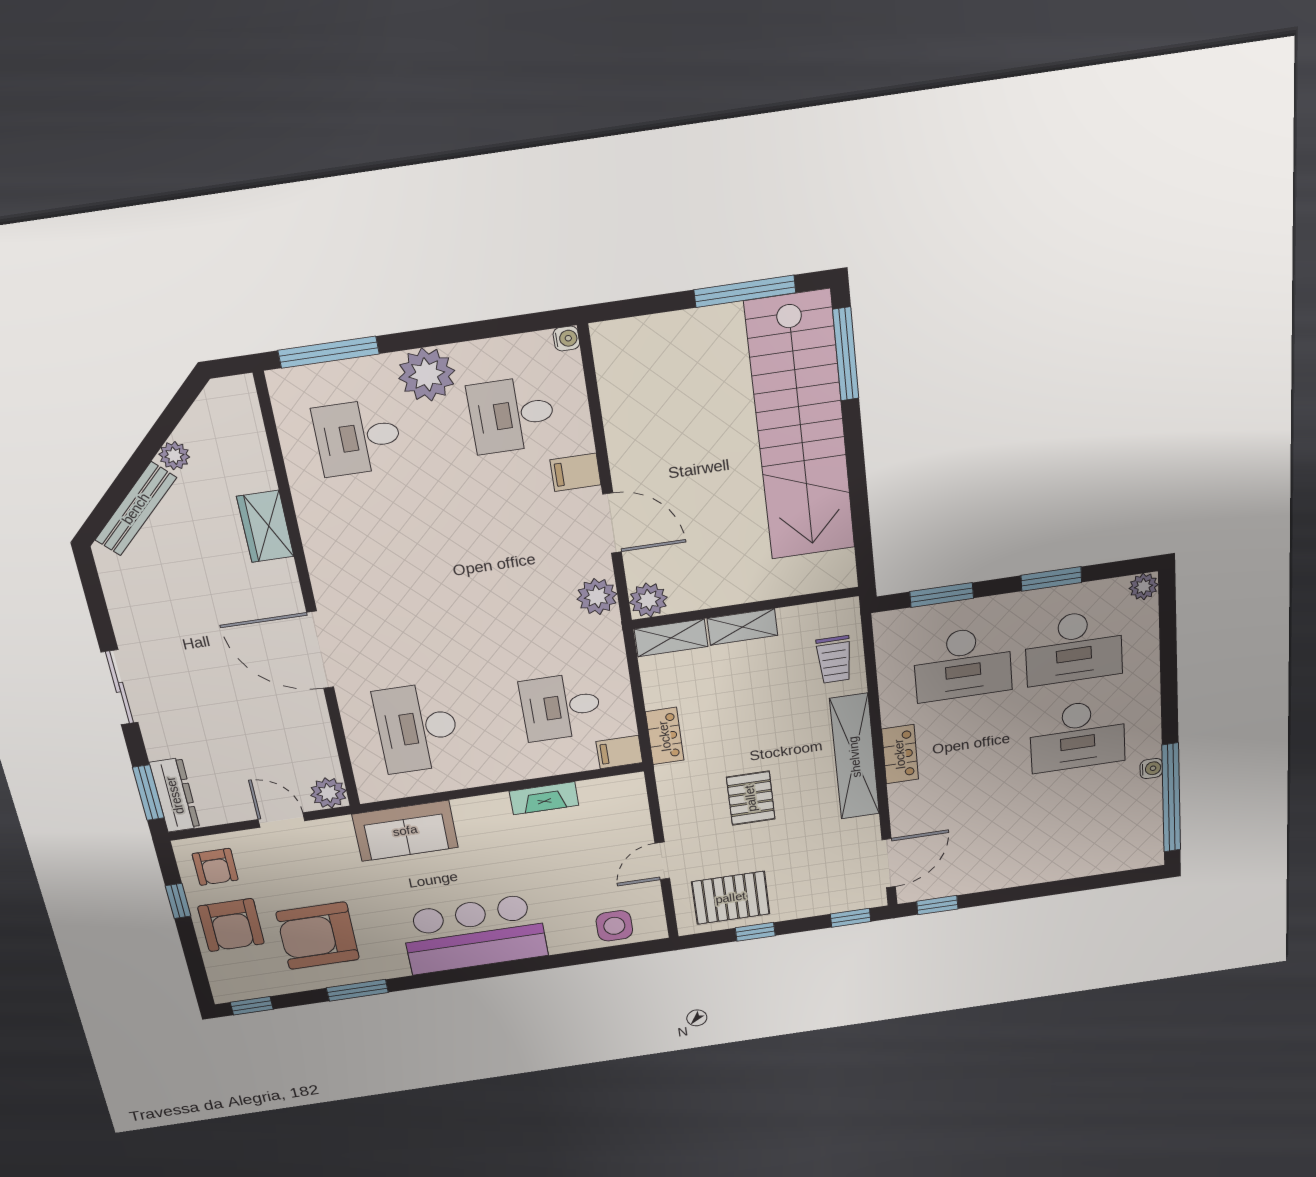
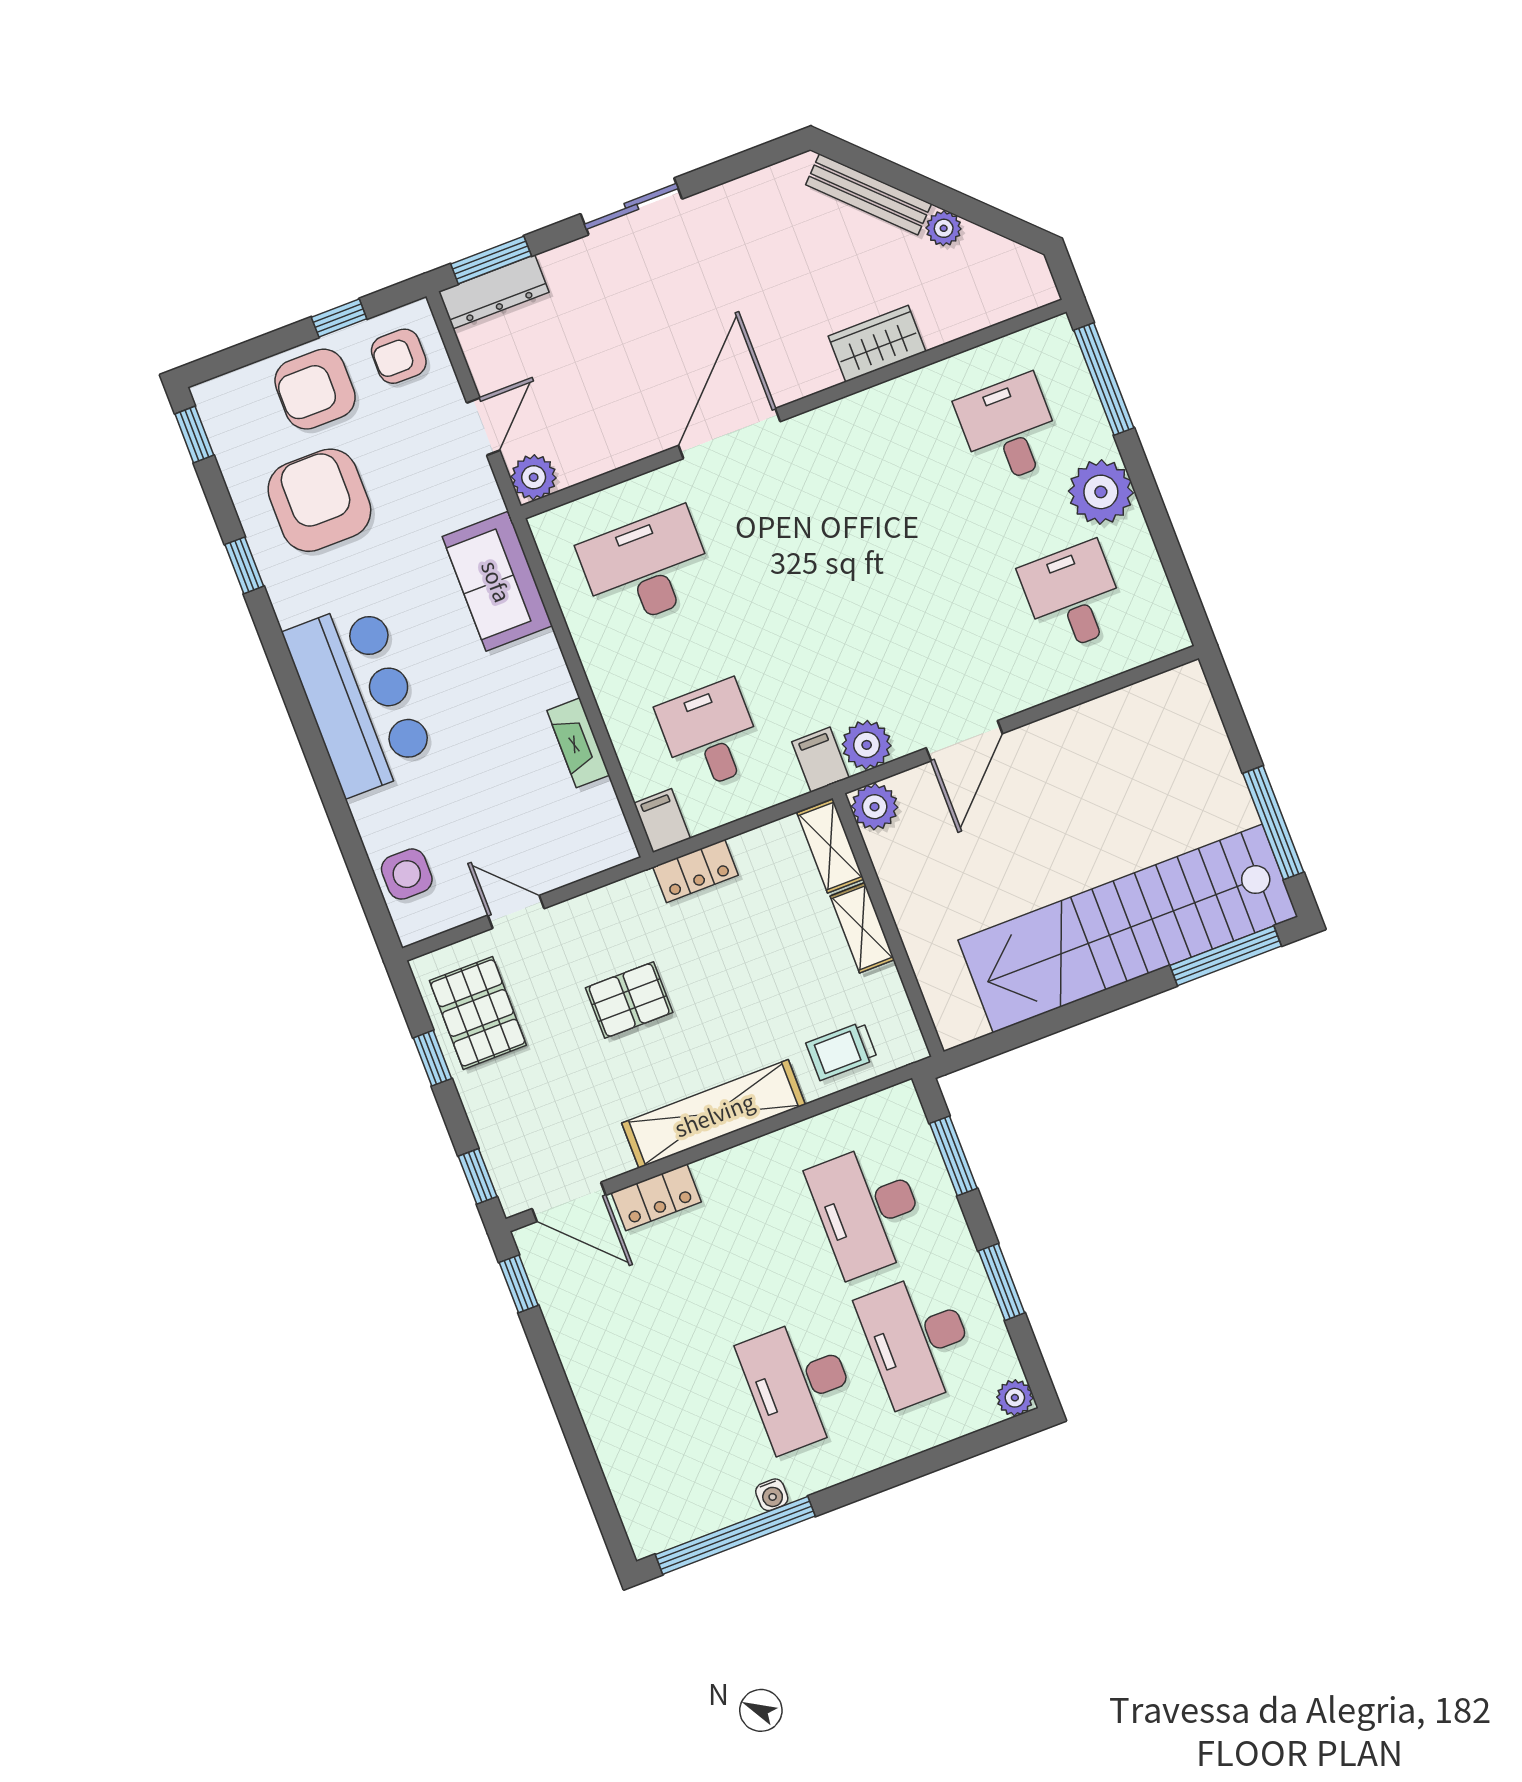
water cooler: (566, 339) -> (1176, 638), removed
filing cabinet: (575, 472) -> (820, 760), moved
locker: (900, 754) -> (656, 1197), moved
window: (357, 990) -> (244, 565), width x0.67

